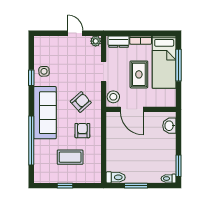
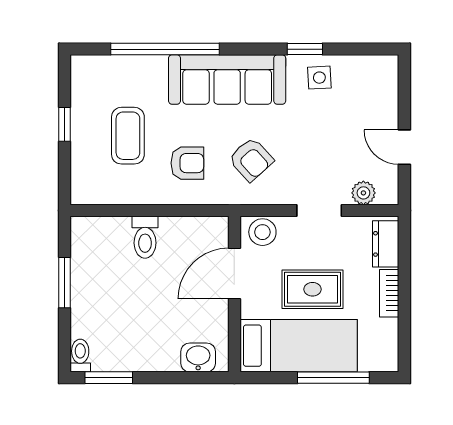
door: (75, 33) -> (404, 147), swing flipped
plant: (96, 41) -> (363, 193), moved
bed: (164, 62) -> (299, 346), moved, turned 180
toilet: (116, 177) -> (145, 237), moved

